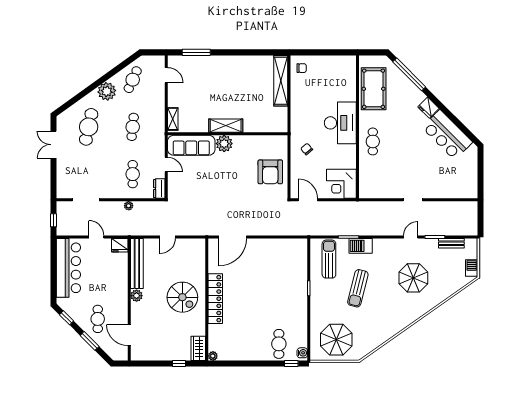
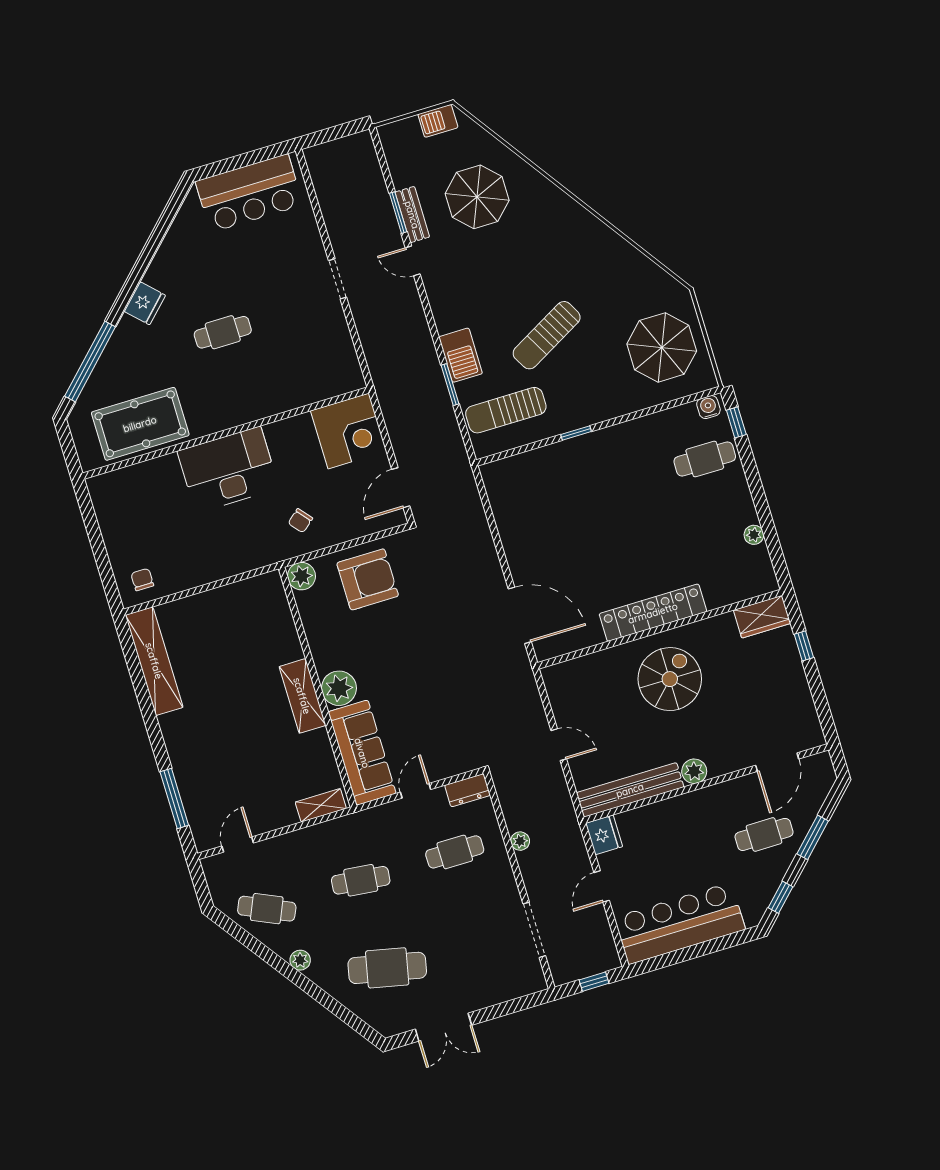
shelving: (281, 81) -> (154, 661), moved, turned 90
plant: (107, 91) -> (300, 960), width x0.53, depth x0.53
bar counter: (447, 135) -> (249, 193), moved, turned 45
cafe table: (373, 141) -> (223, 332), moved
plant: (281, 142) -> (301, 576), added
bench: (451, 243) -> (412, 215), moved
parasol: (413, 278) -> (477, 197), moved
sun lounger: (358, 288) -> (547, 335), turned 137
plant: (213, 356) -> (754, 535), moved

